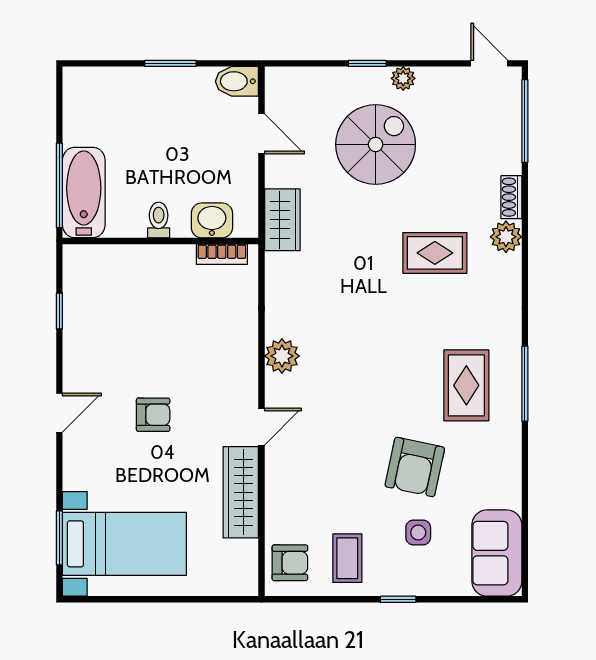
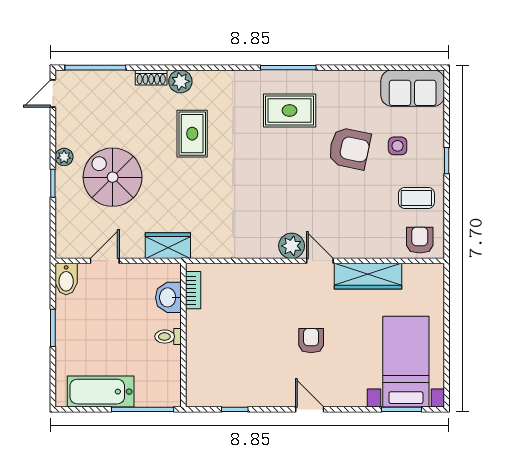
bathtub: (84, 193) -> (101, 392), moved
plant: (282, 356) -> (292, 246), moved

